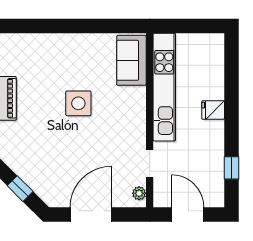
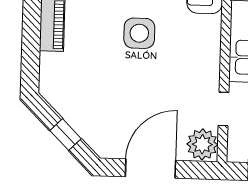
plant: (139, 193) -> (202, 144), width x1.87, depth x1.87

